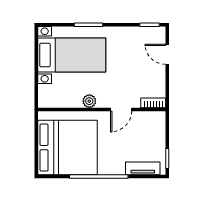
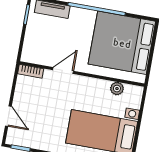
plant: (89, 101) -> (117, 89), moved

